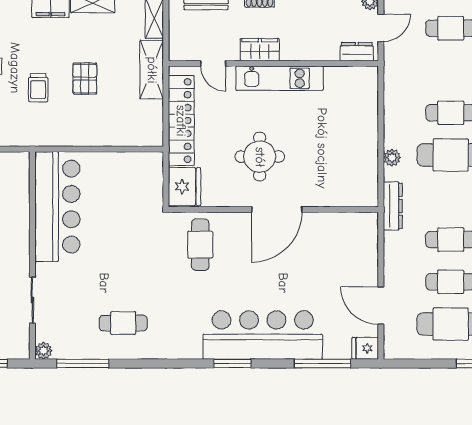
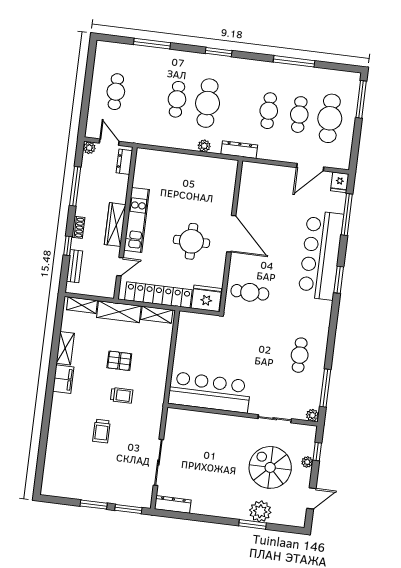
wardrobe: (260, 50) -> (115, 225), width x1.50
shelving: (154, 122) -> (157, 315), added

